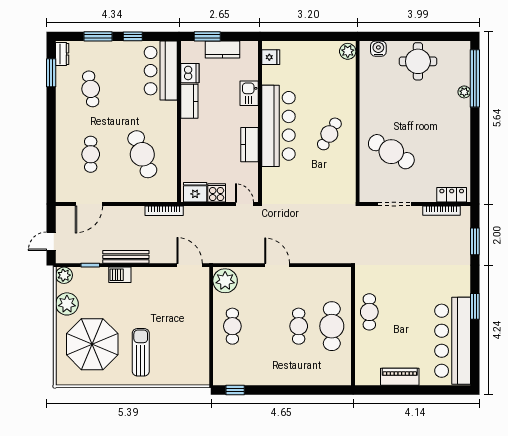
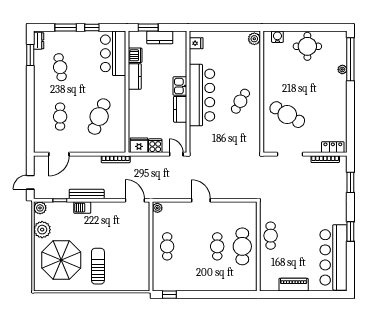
kitchen sink: (249, 93) -> (180, 86), moved
cafe table: (142, 154) -> (99, 117), turned 42
plant: (225, 281) -> (157, 208), width x0.53, depth x0.53

